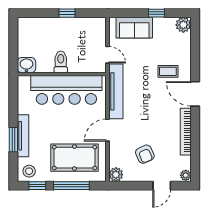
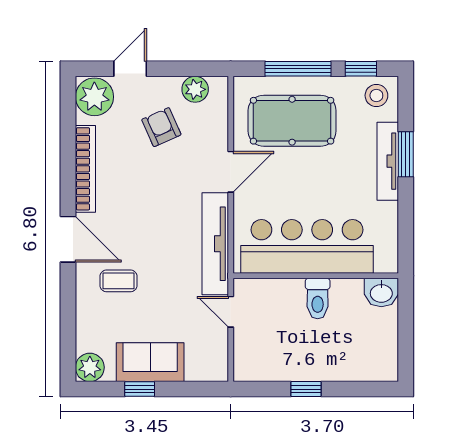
sofa: (134, 28) -> (150, 362), moved
plant: (116, 175) -> (195, 89), moved
plant: (186, 175) -> (94, 97), width x1.88, depth x1.88

